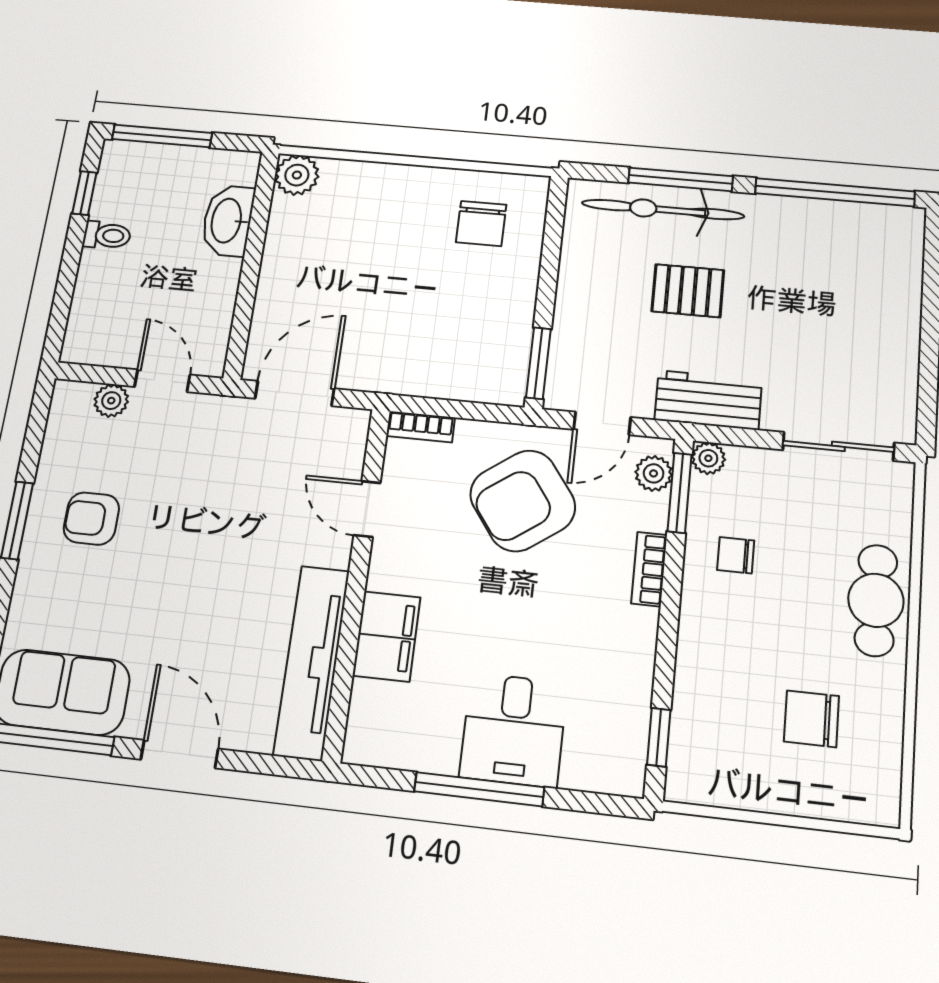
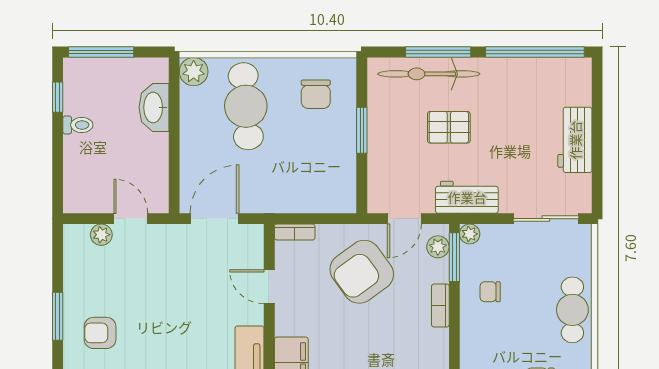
cafe table: (370, 231) -> (246, 106), added
workbench: (893, 328) -> (575, 140), added
window: (538, 363) -> (362, 130), moved
armchair: (91, 519) -> (100, 333), moved

